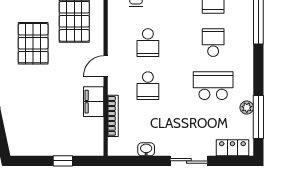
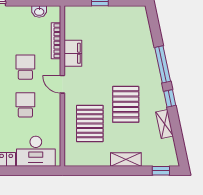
door: (106, 66) -> (62, 84), swing flipped
washbasin: (146, 149) -> (39, 12), moved

